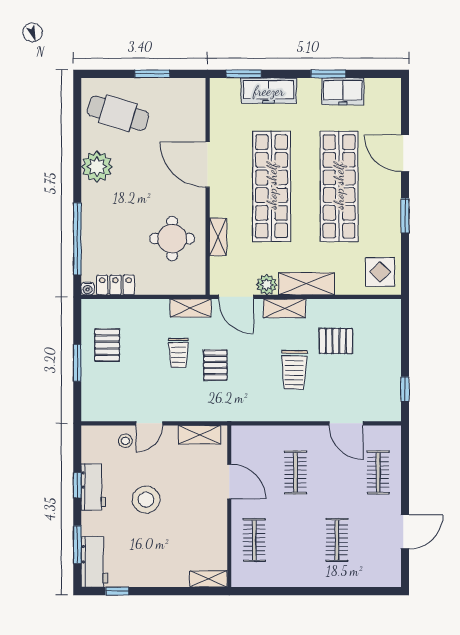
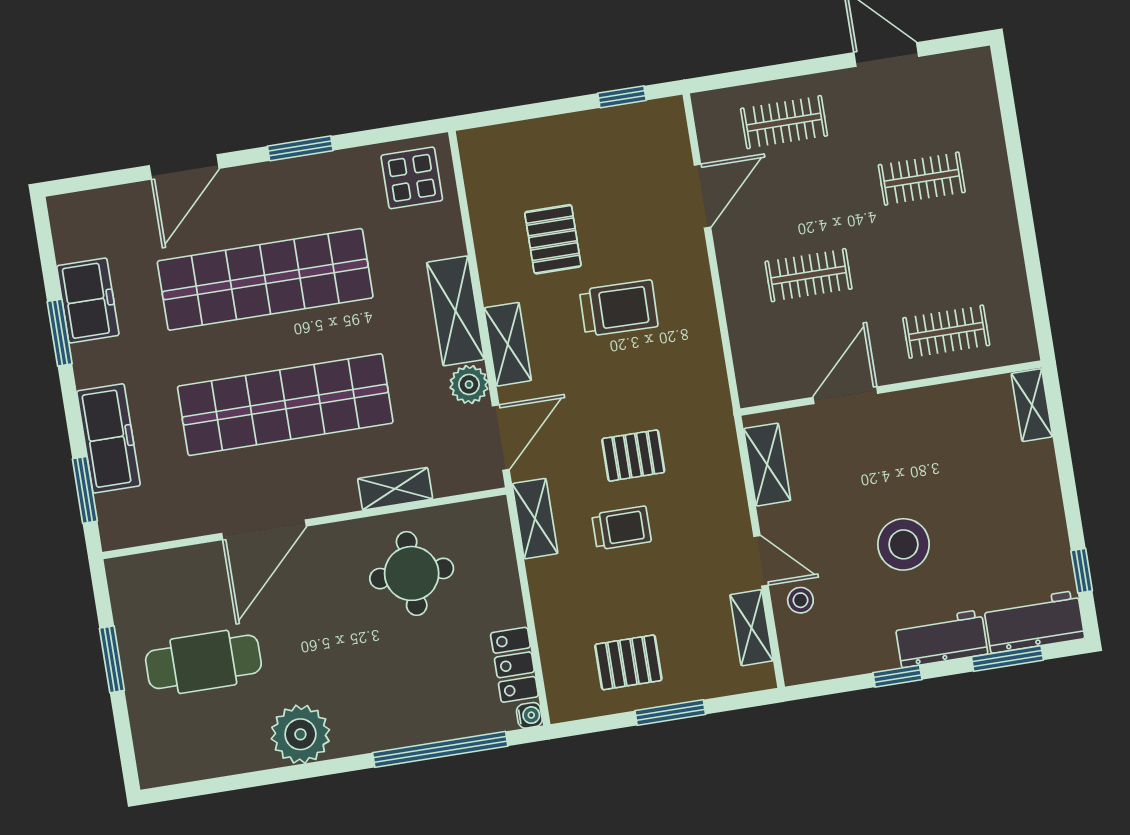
cafe table: (118, 113) -> (203, 662), moved, turned 73
shelving: (115, 413) -> (751, 628), added
workbench: (93, 487) -> (941, 639), moved

